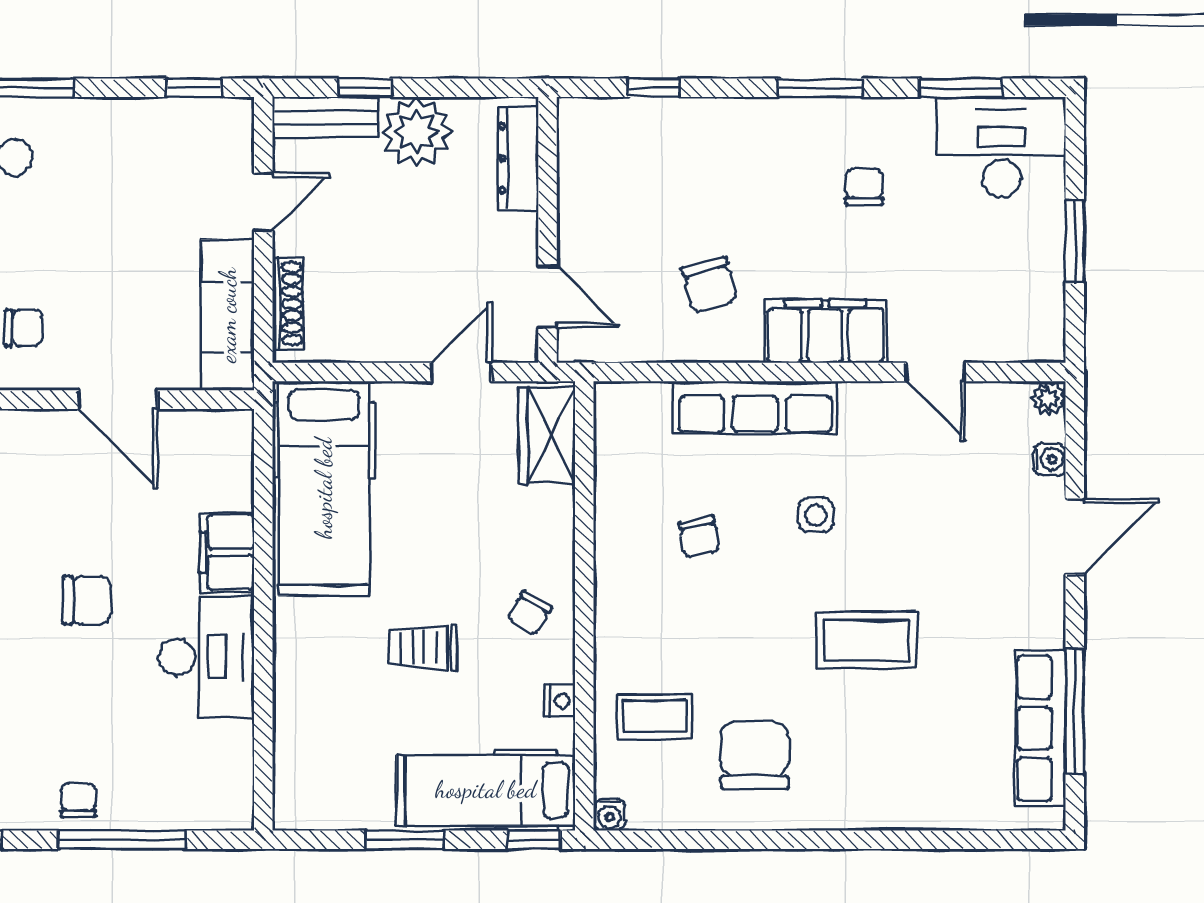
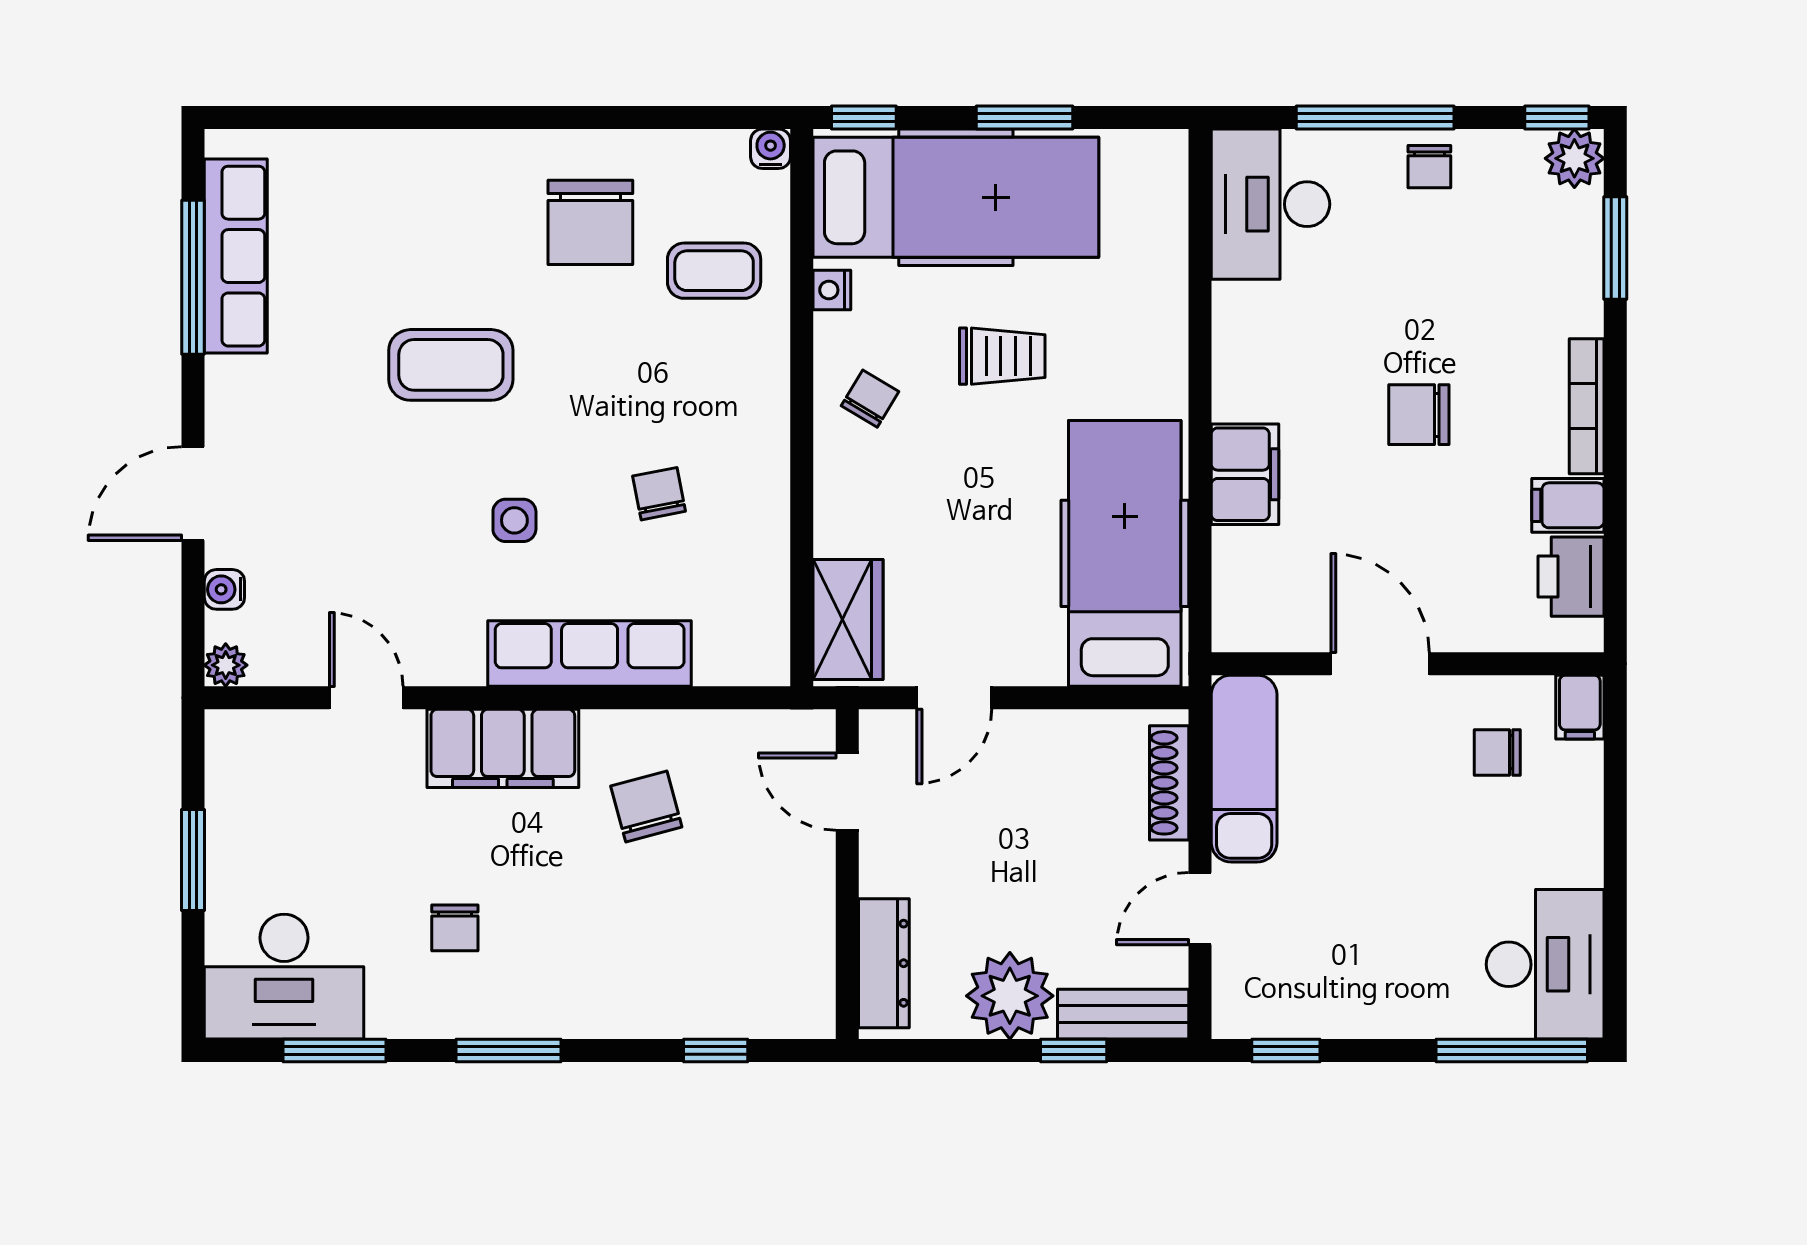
desk: (206, 657) -> (1270, 204), moved
hospital bed: (486, 790) -> (956, 197), width x1.37, depth x1.29

